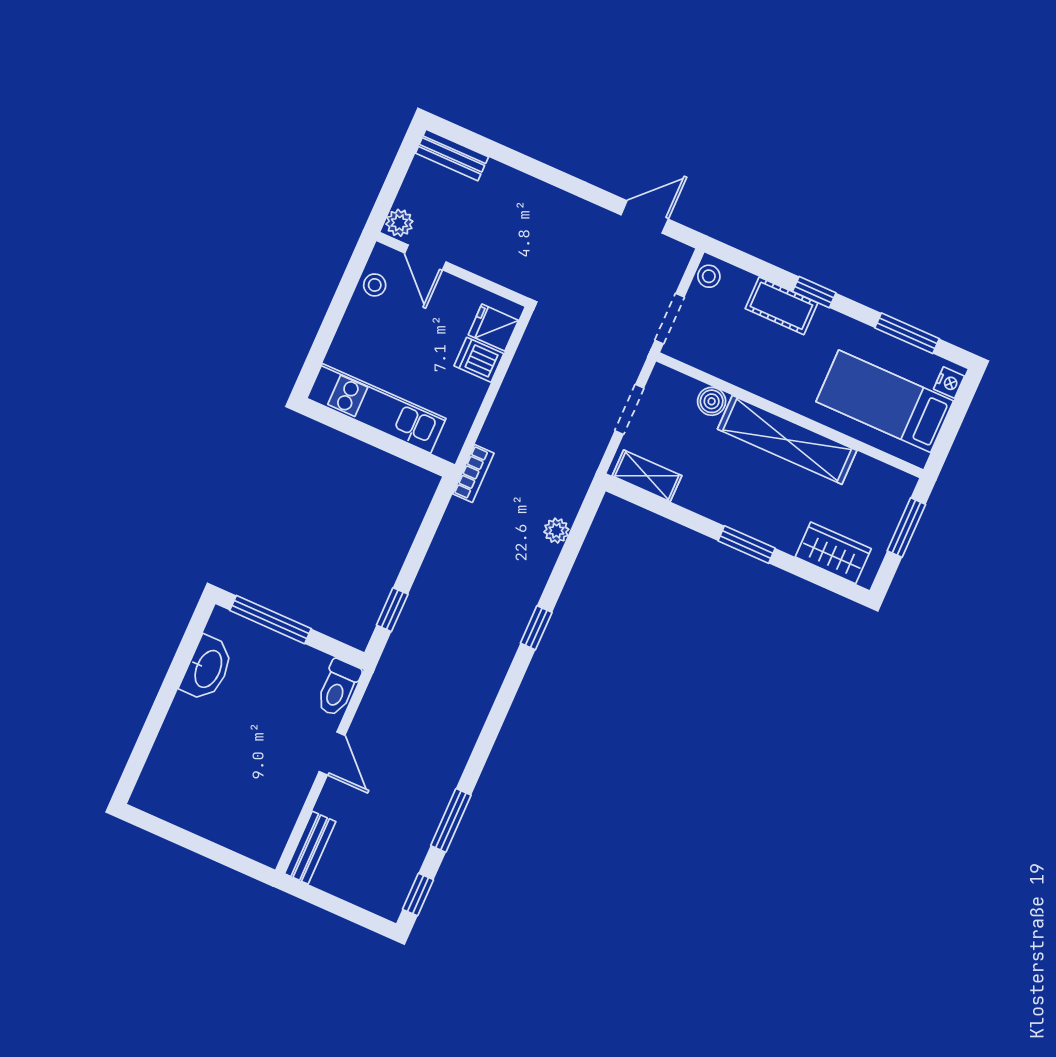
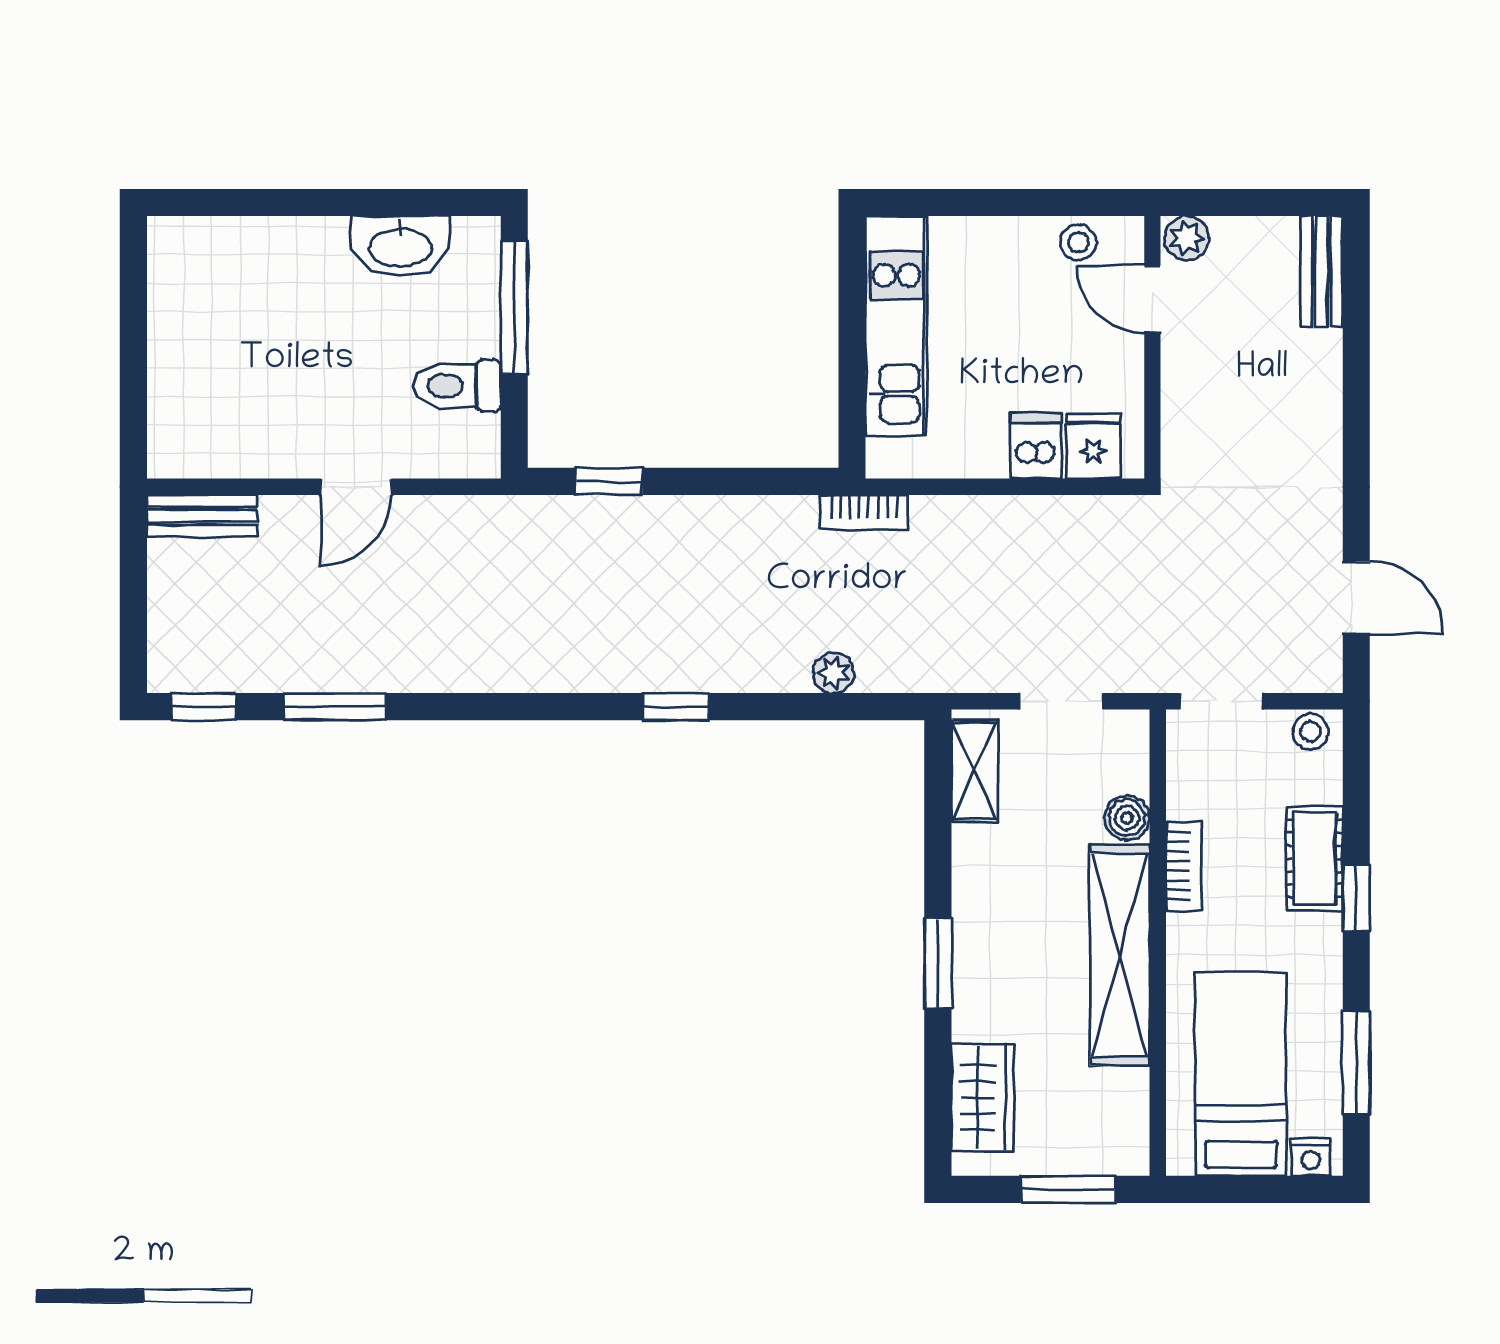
door: (425, 257) -> (1152, 299), hinge flipped
bookcase: (753, 381) -> (1184, 866), added
toilet: (338, 688) -> (457, 386), moved

